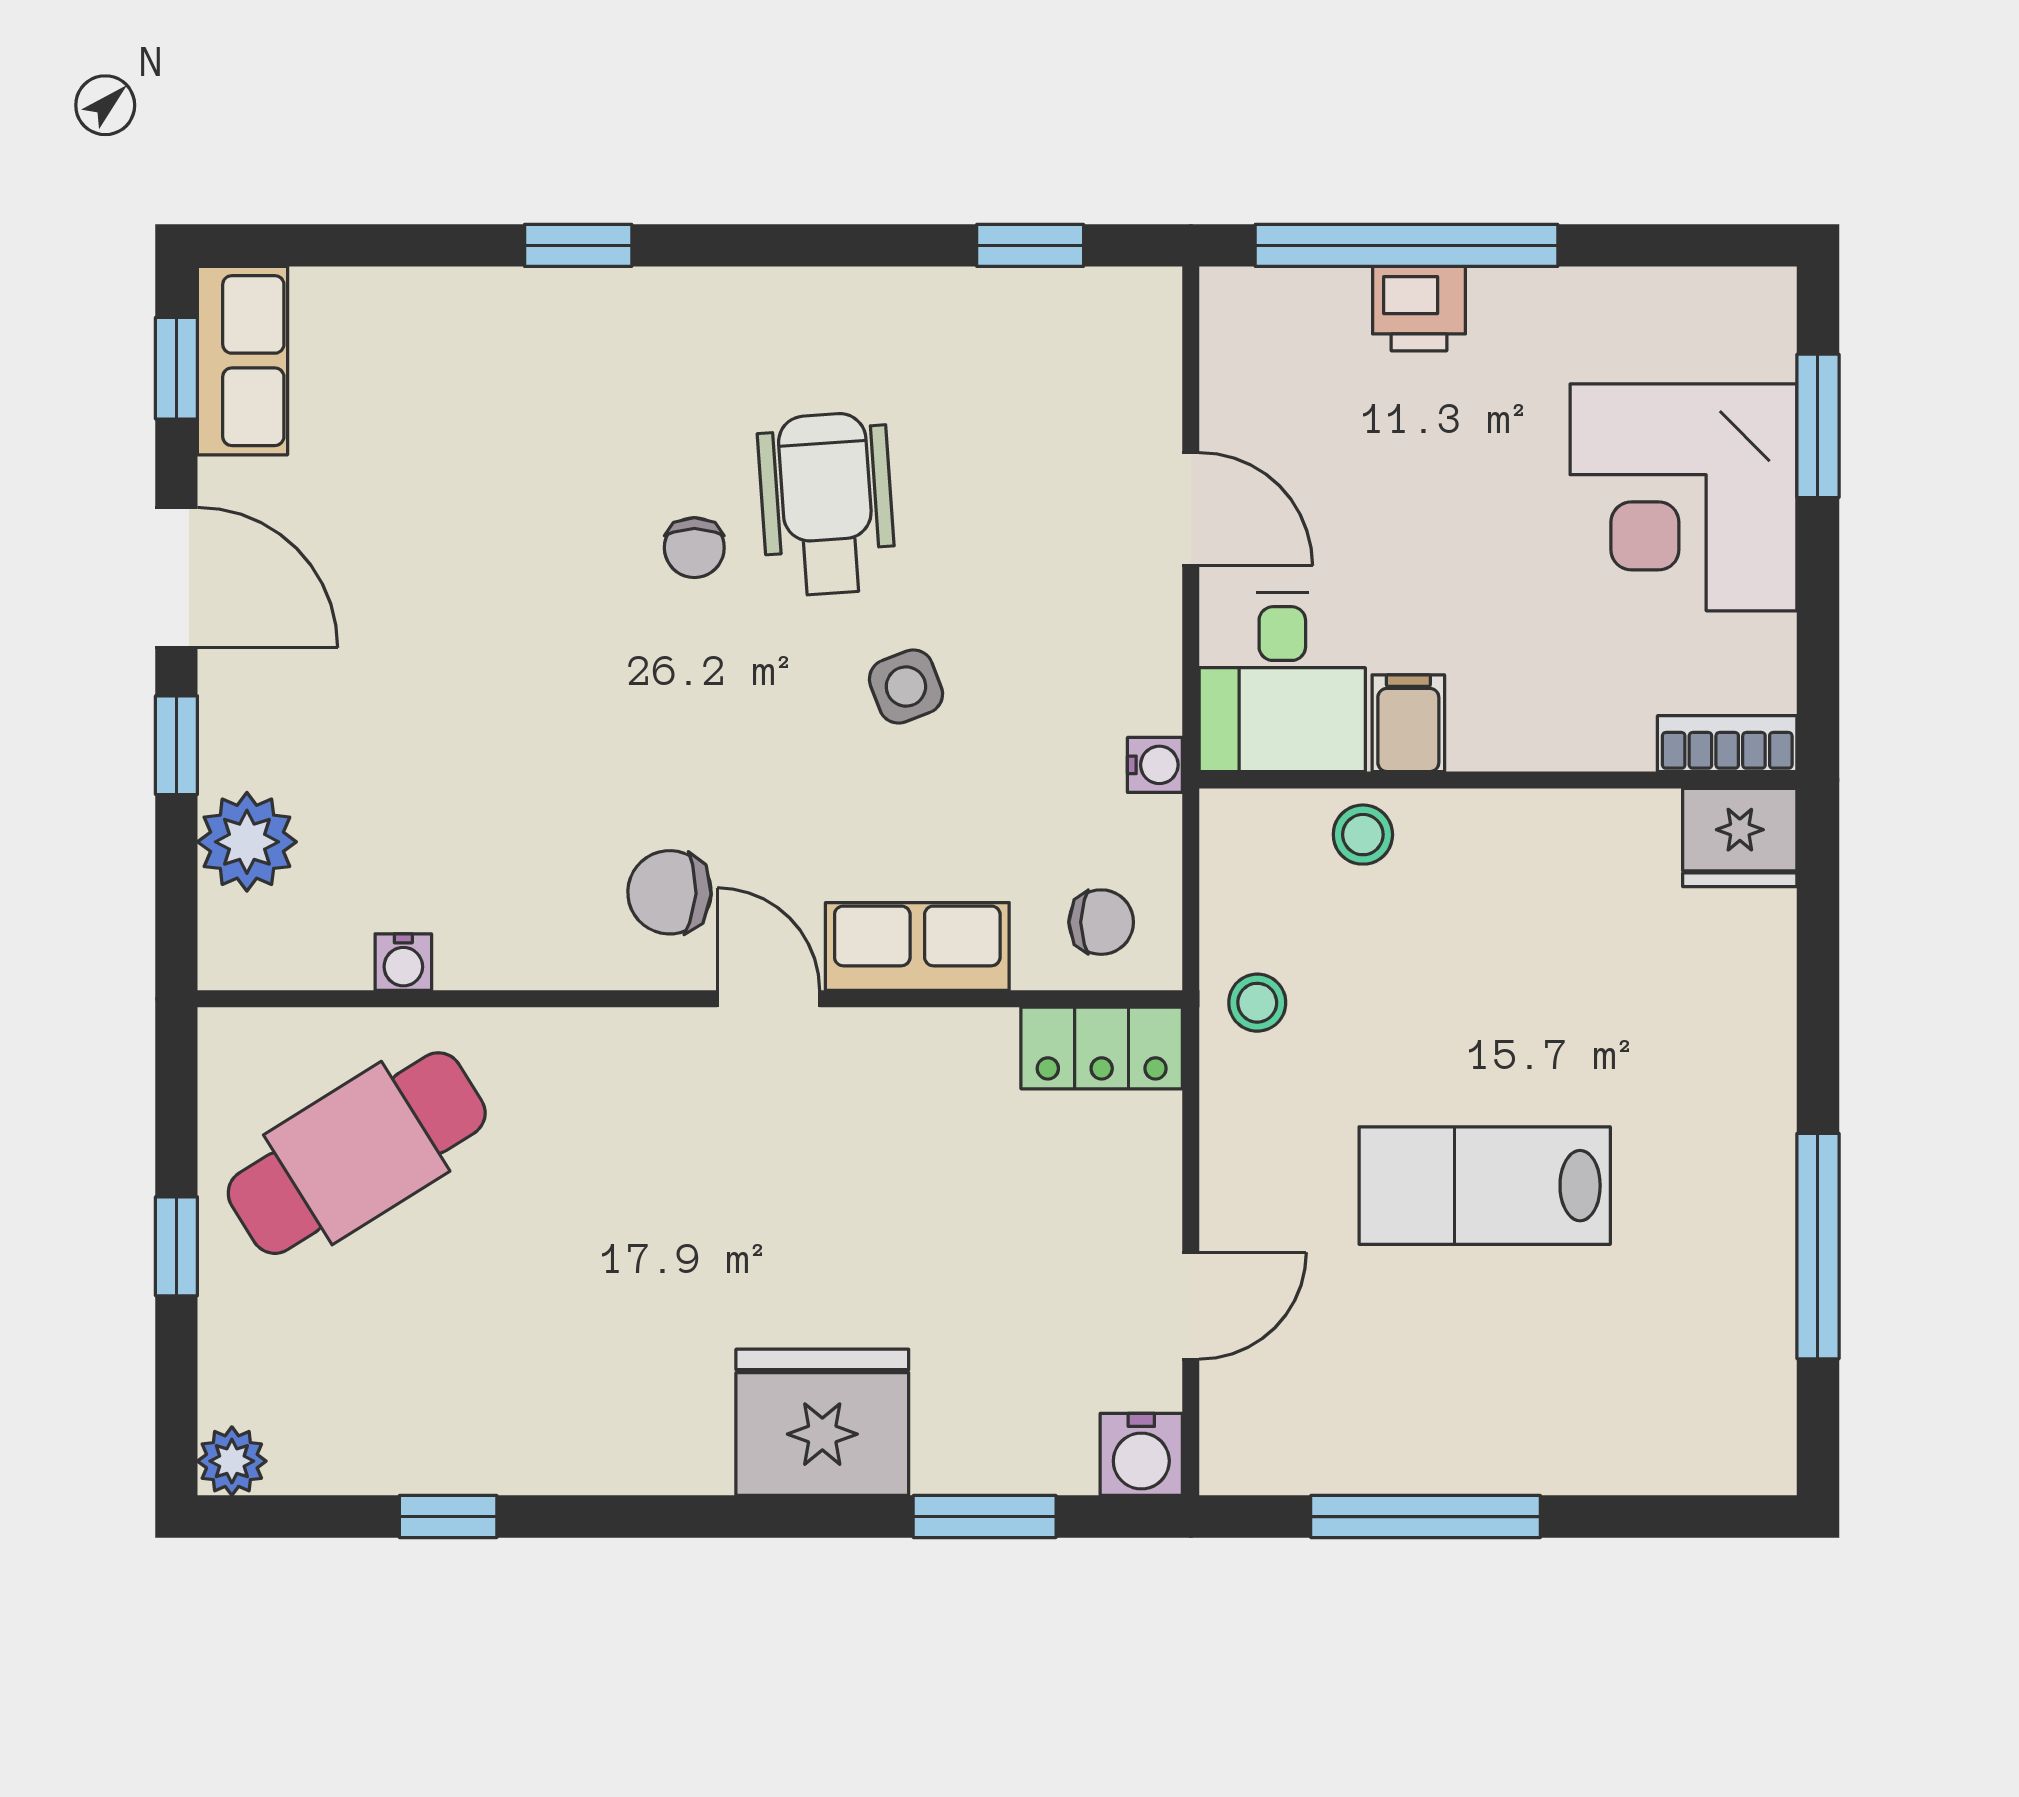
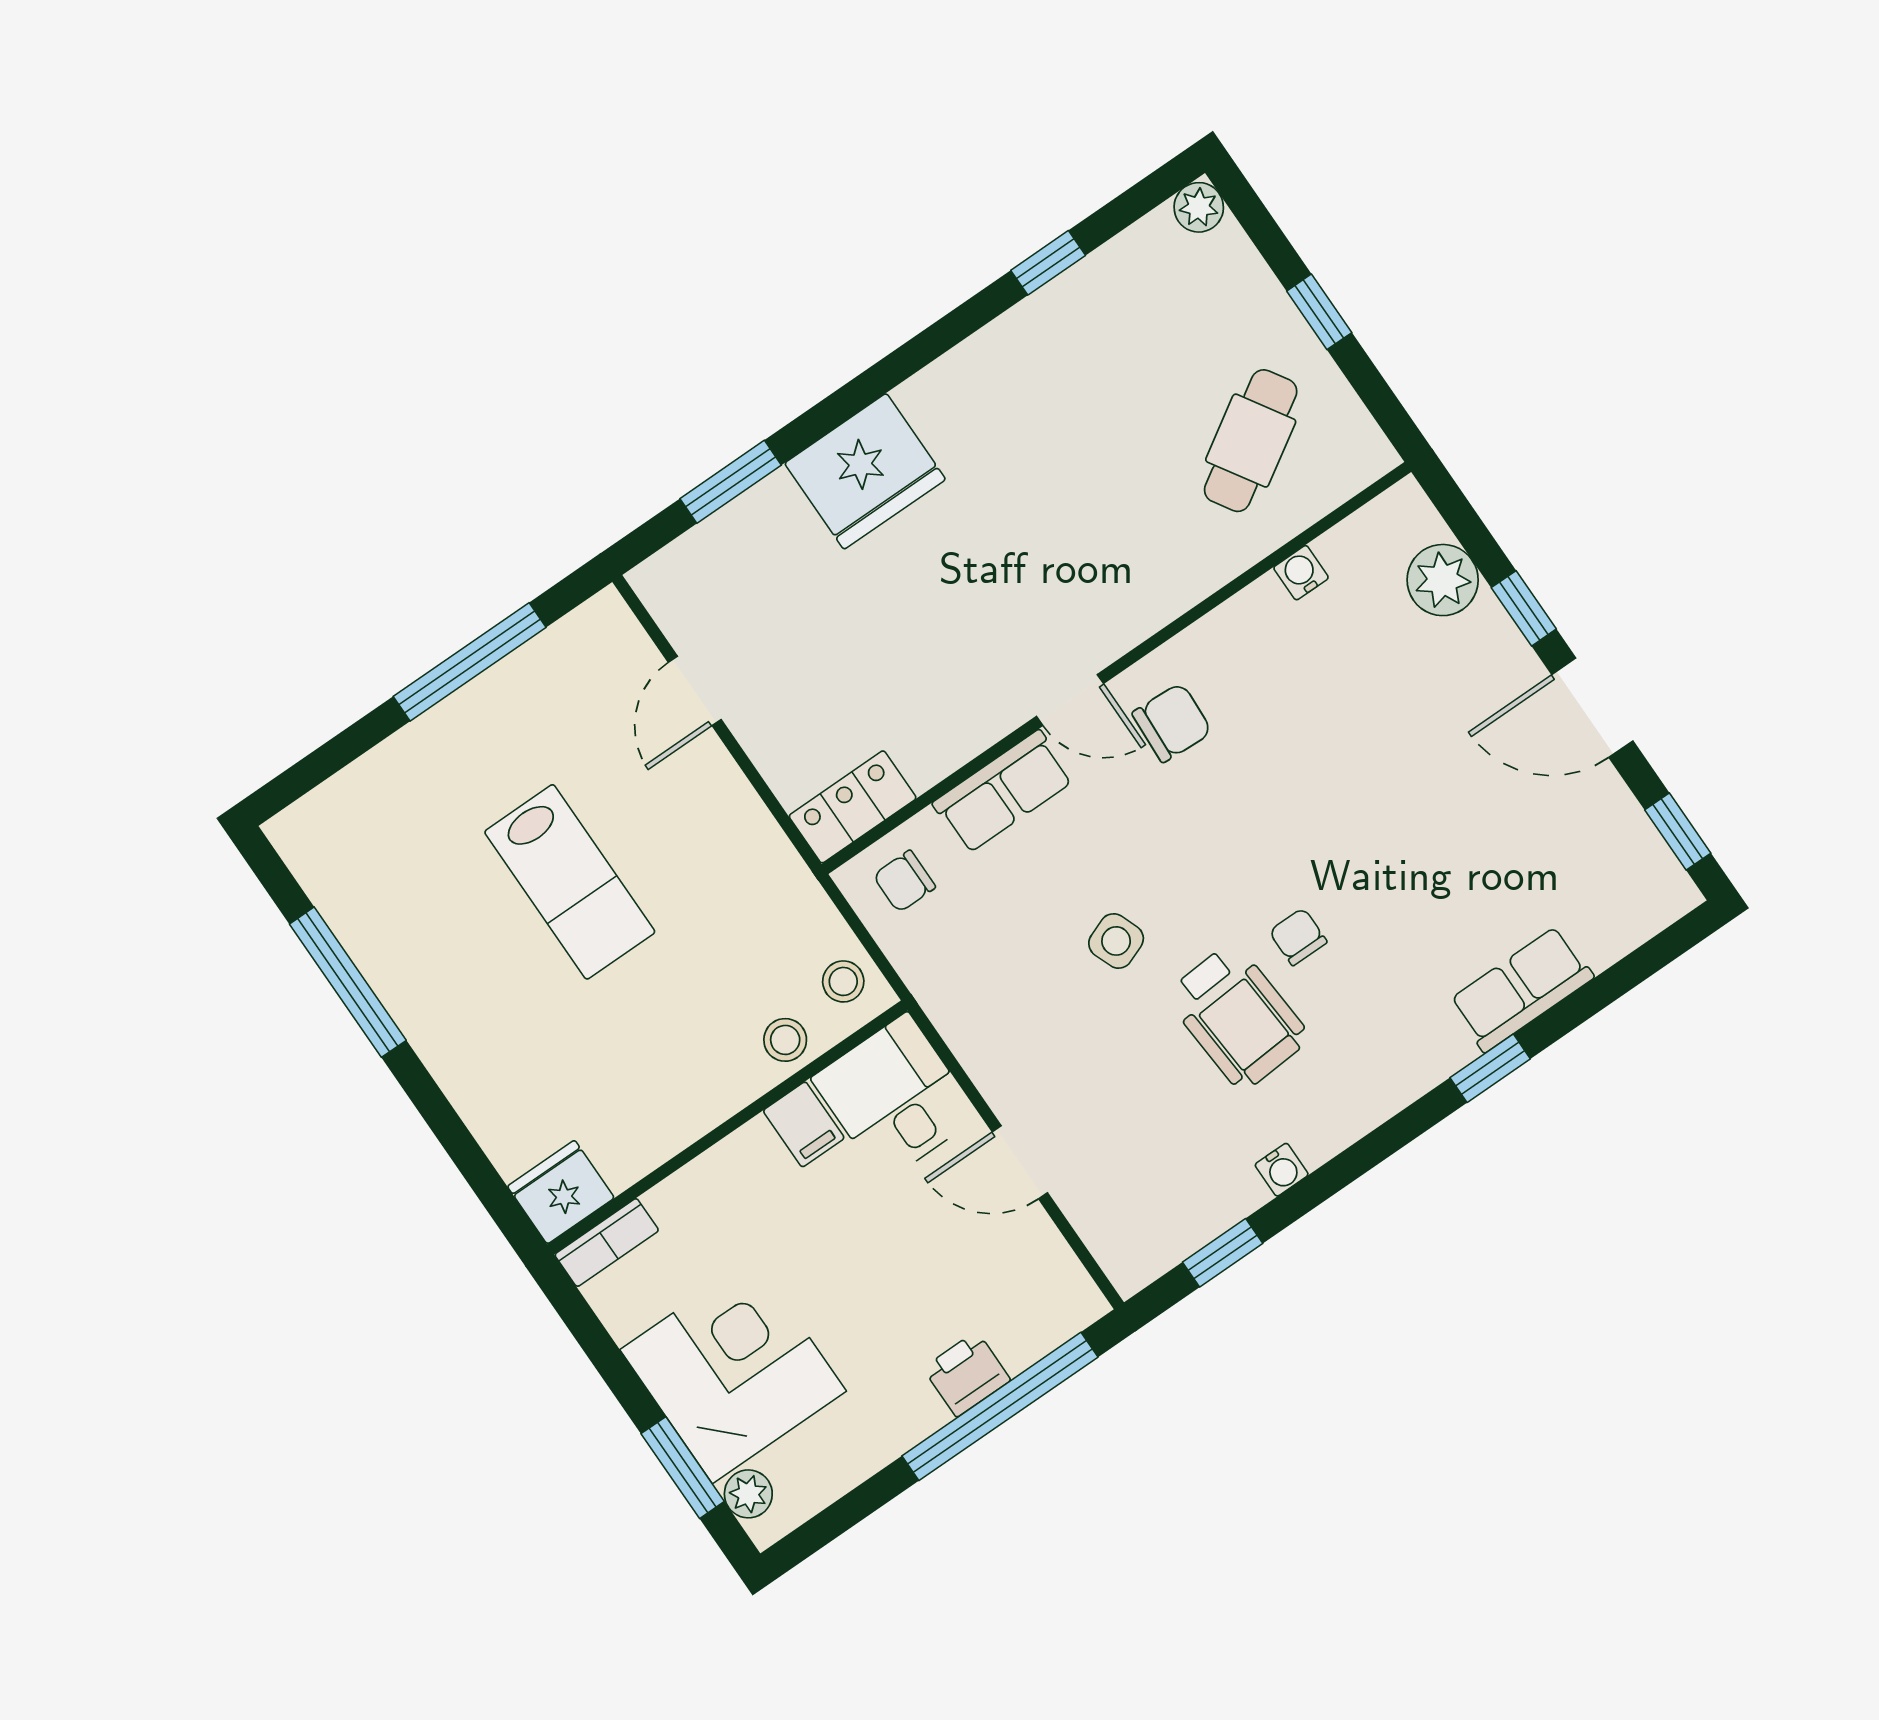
plant: (1764, 344) -> (748, 1494), added
row of seats: (243, 361) -> (1521, 989), moved, turned 90
water cooler: (1155, 765) -> (1282, 1170), moved, turned -90
stool: (1257, 1003) -> (843, 981), moved
cafe table: (357, 1153) -> (1251, 441), width x0.73, depth x0.74
lab bench: (1485, 1186) -> (570, 882), turned 90
water cooler: (1141, 1454) -> (663, 583), removed

